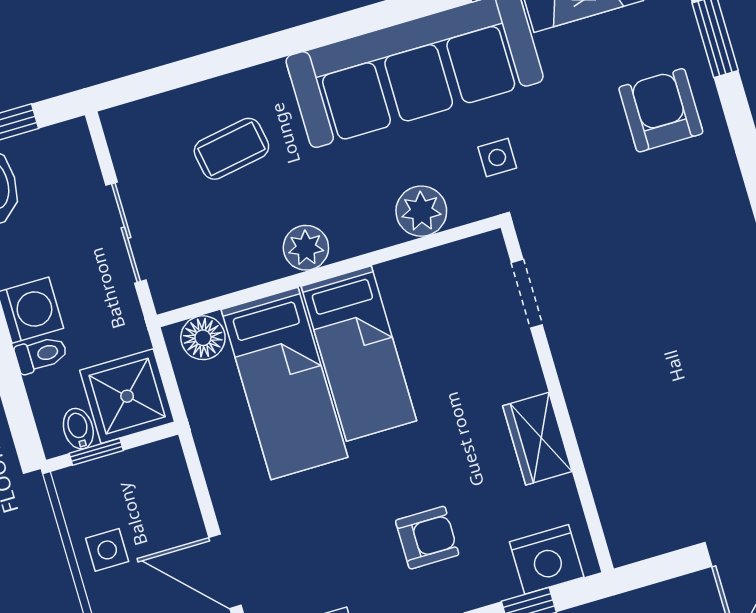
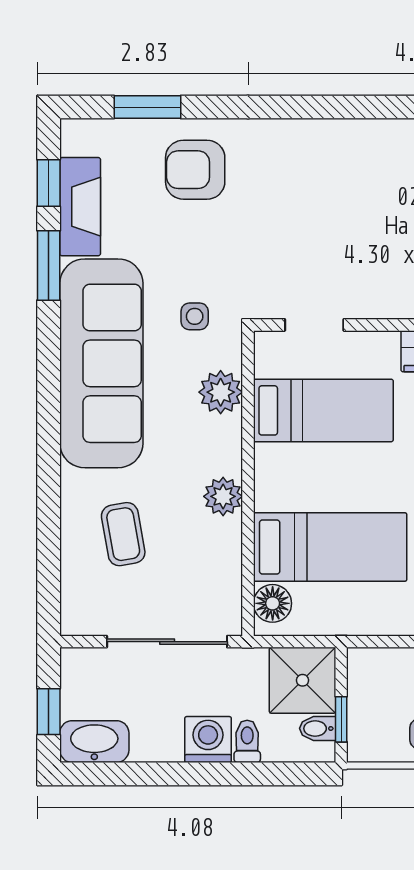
sliding door: (126, 233) -> (167, 642), width x1.37
bed: (359, 354) -> (323, 410), moved

